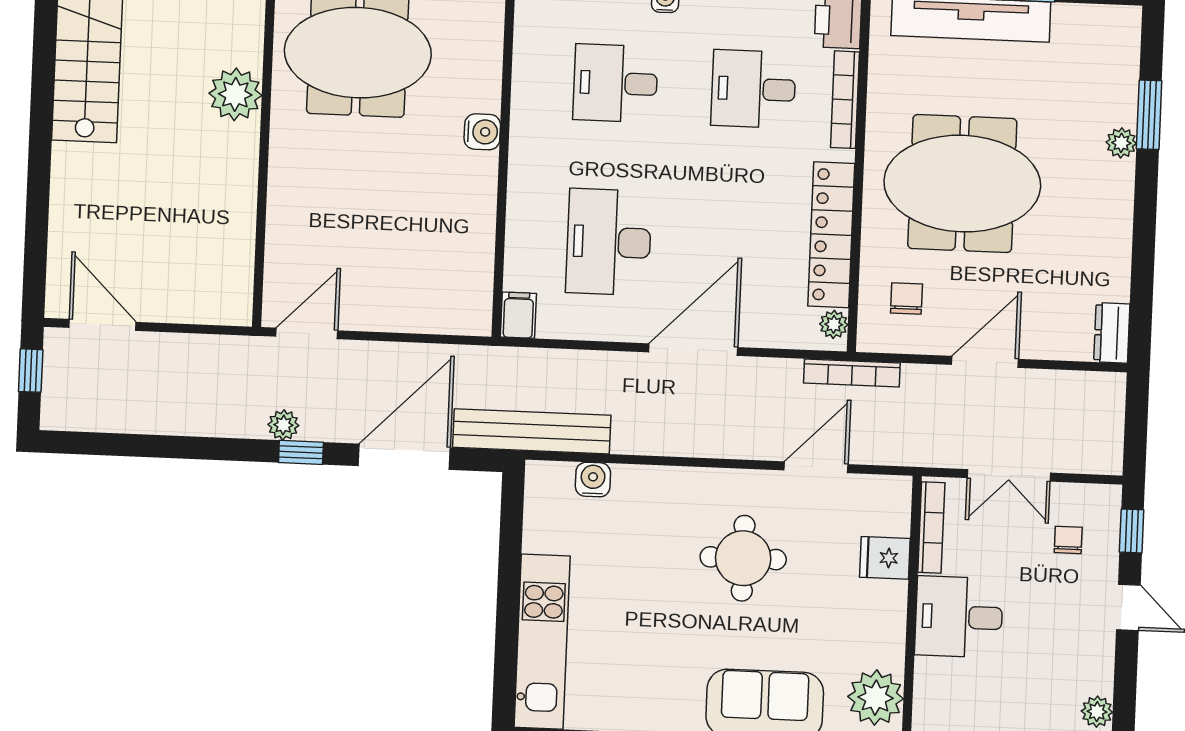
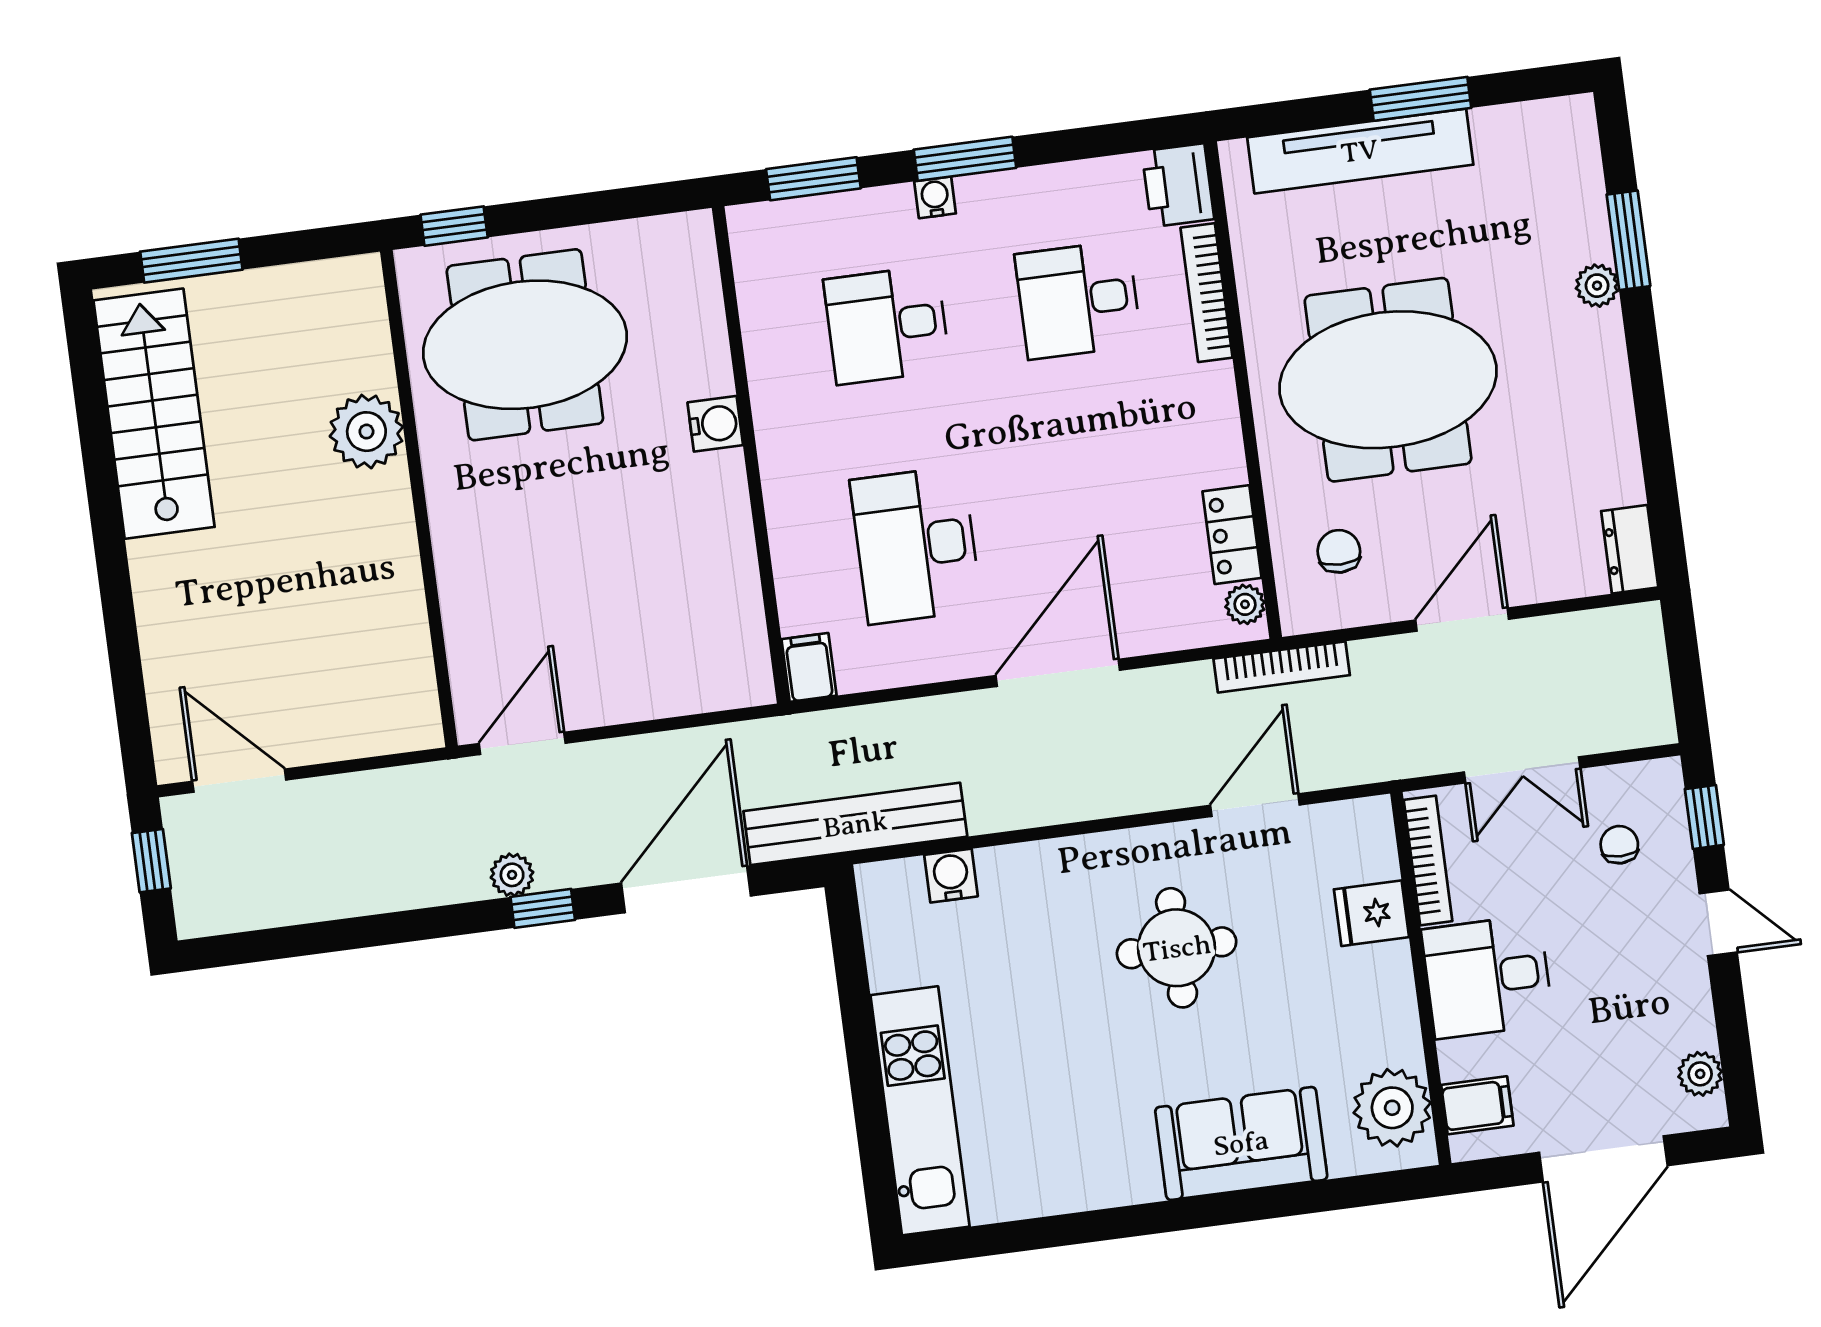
locker: (831, 235) -> (1232, 535), width x0.46, depth x0.83
filing cabinet: (936, 706) -> (1477, 1105), added

